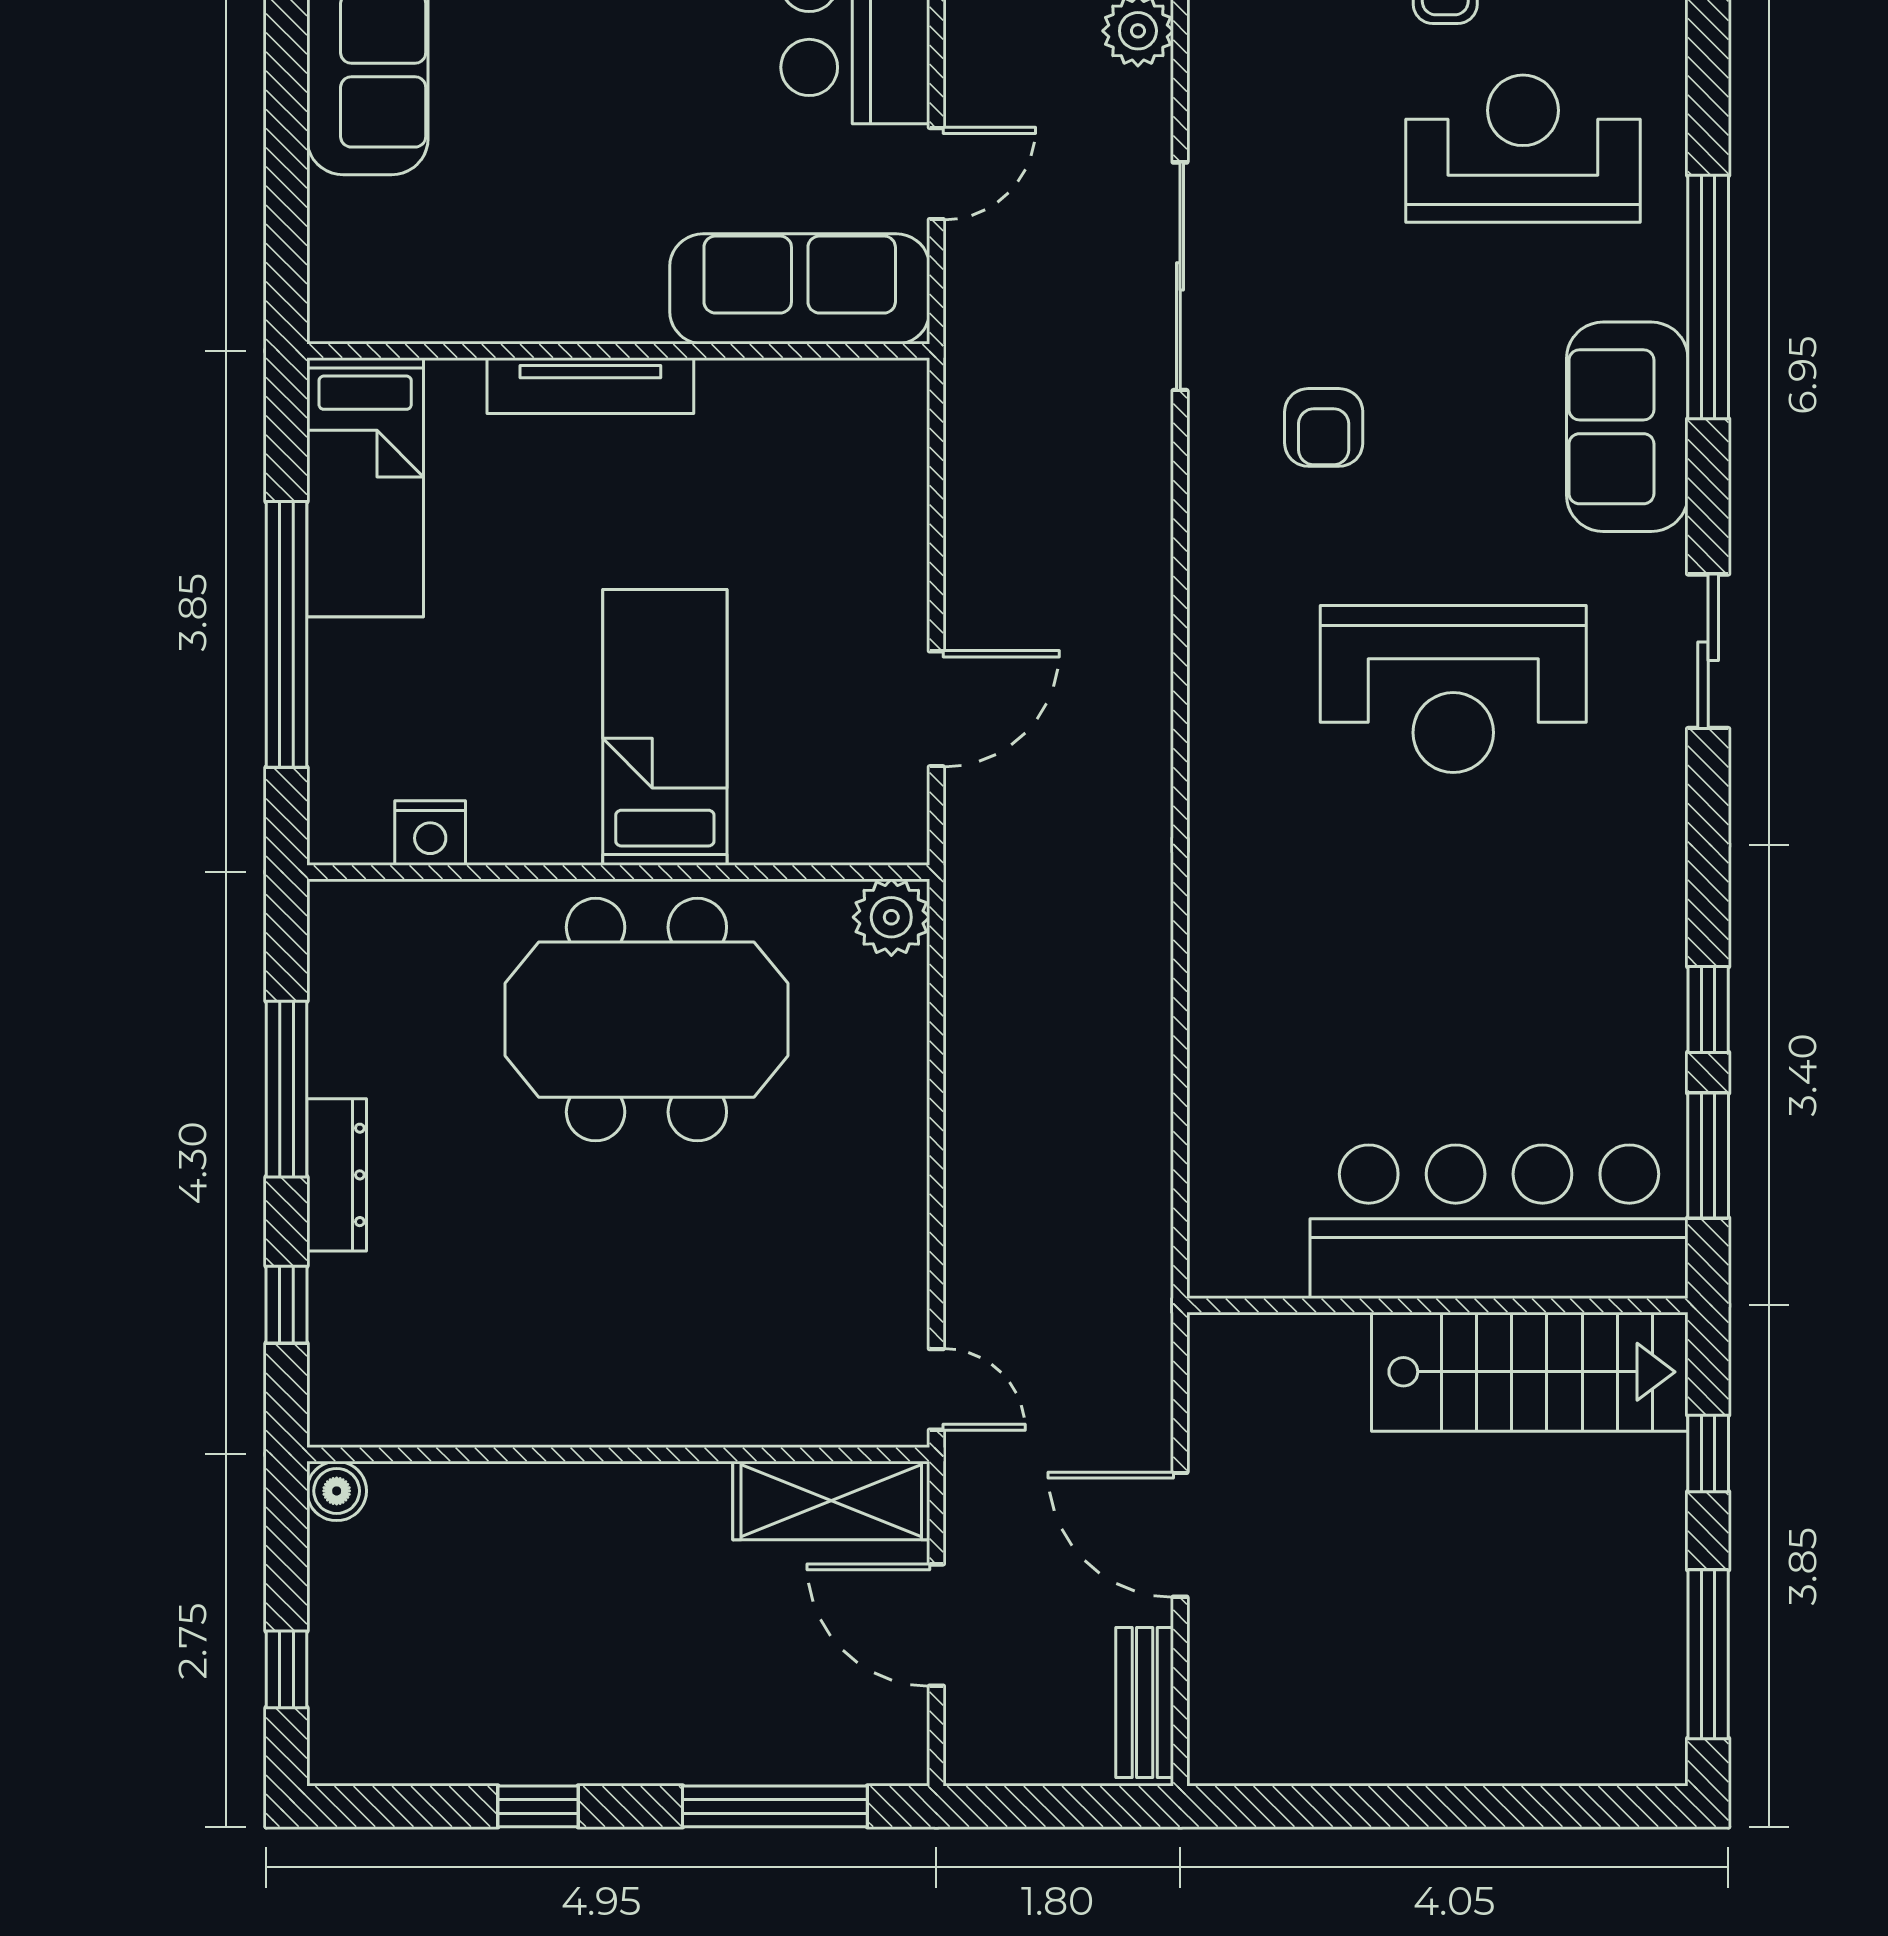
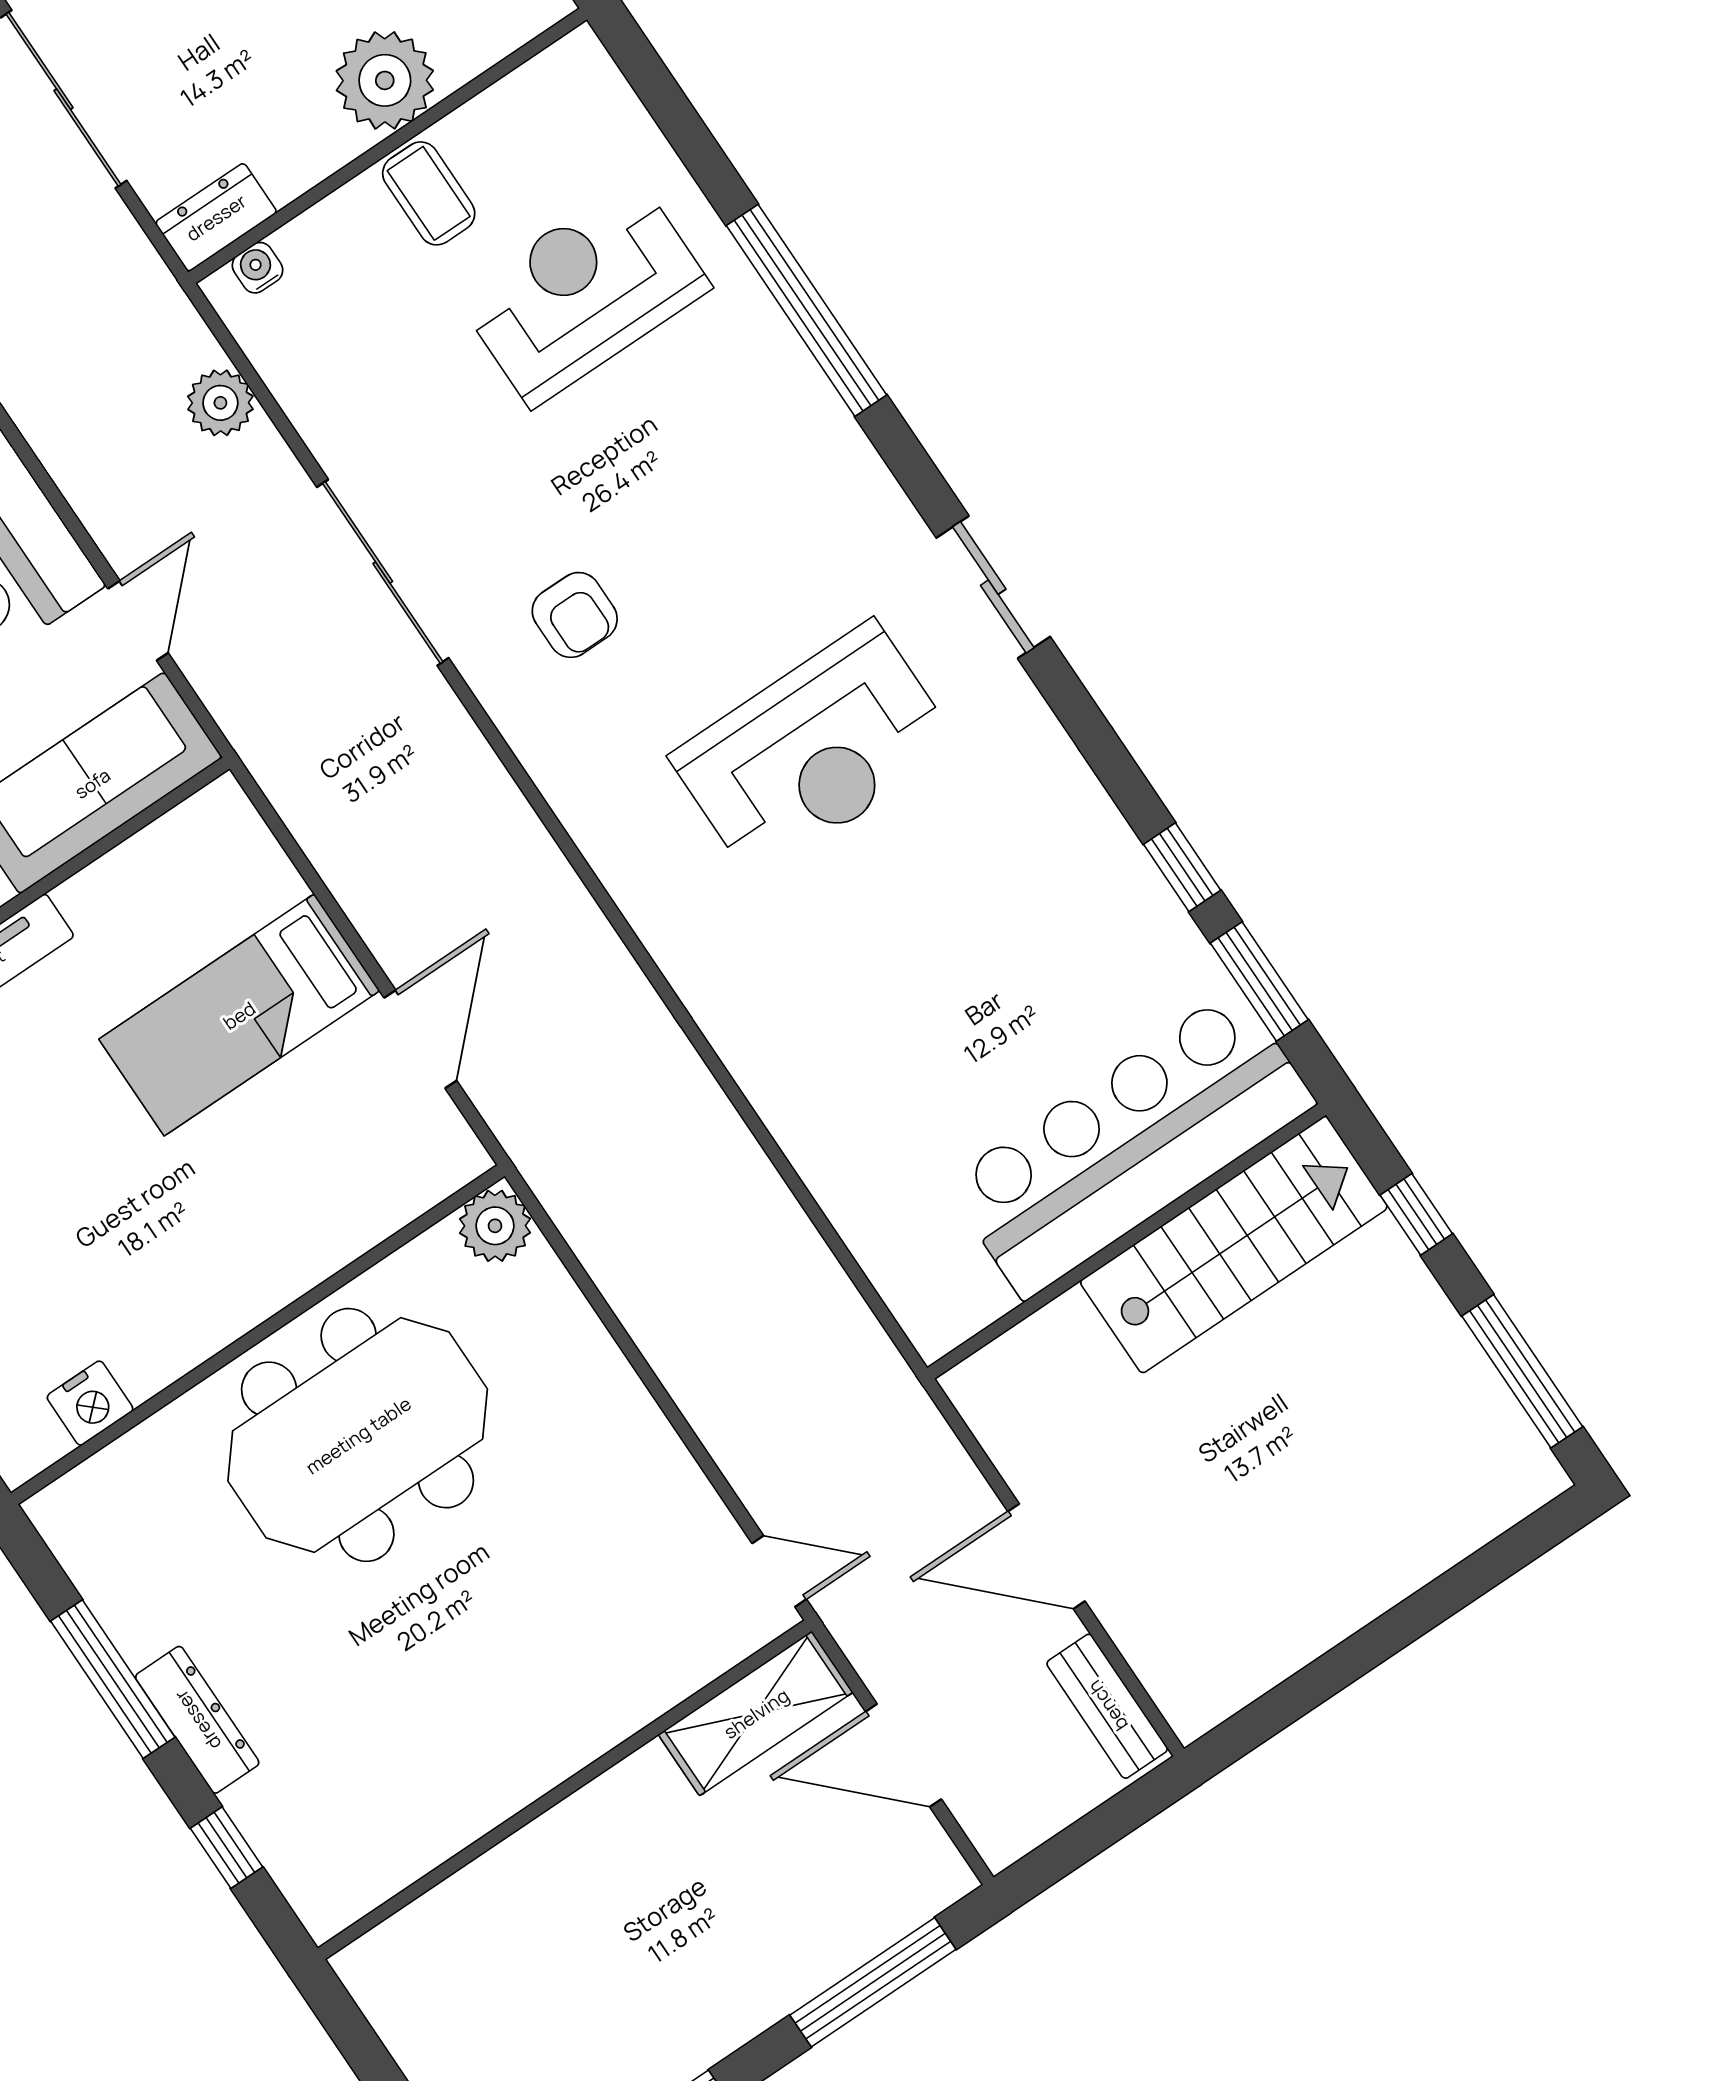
sofa: (1627, 427) -> (812, 454), removed
bed: (665, 727) -> (239, 1015), moved, turned -90
boiler: (337, 1491) -> (364, 1967), removed

